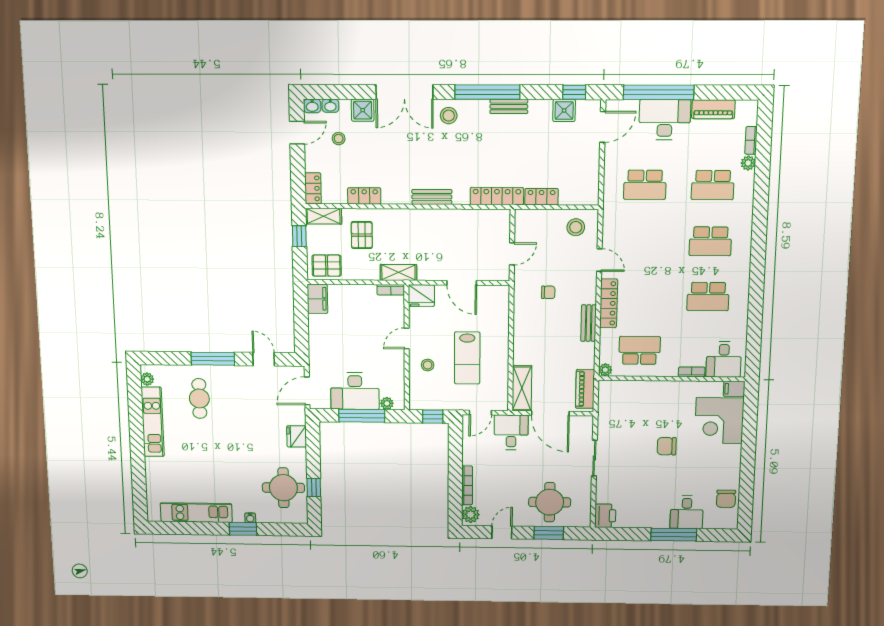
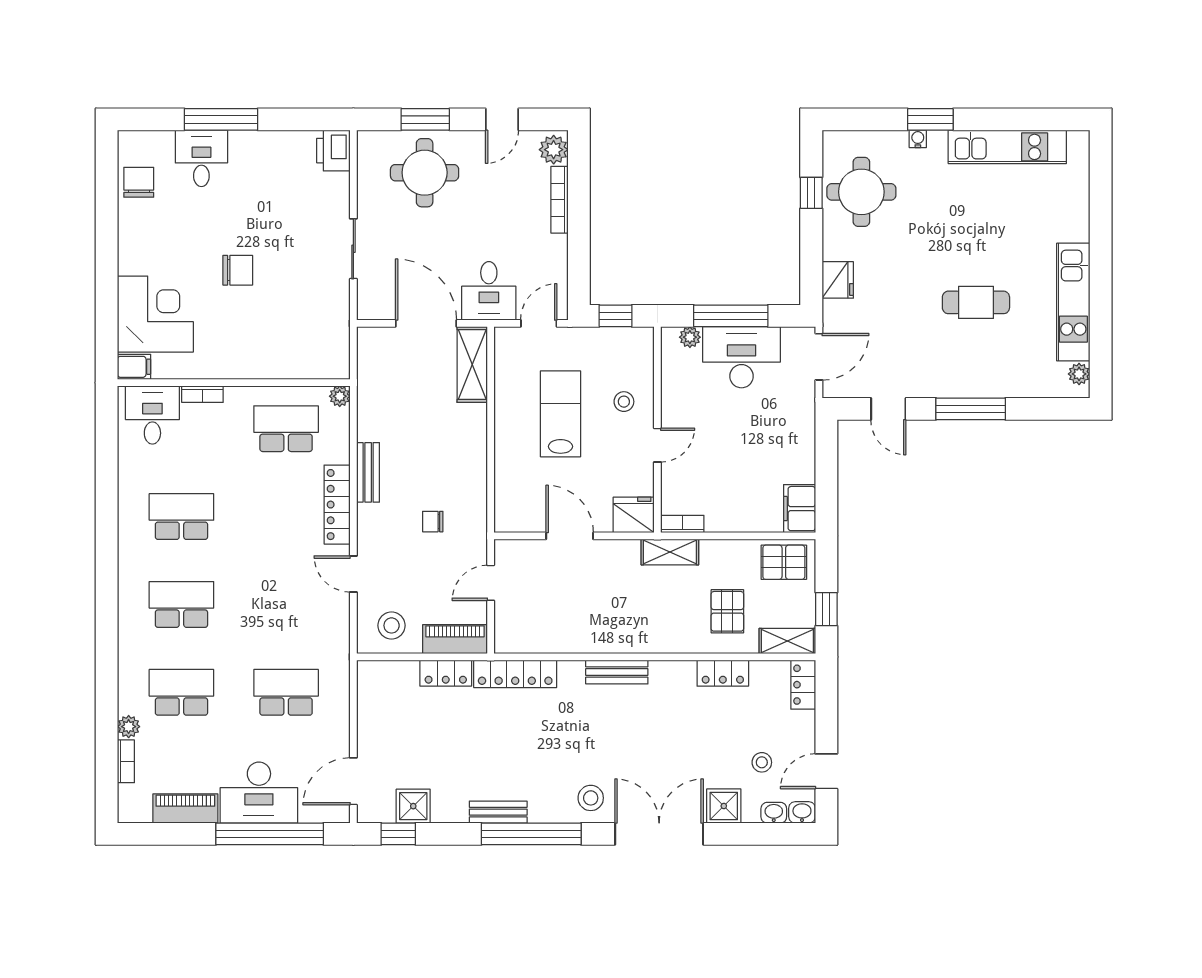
school desk: (640, 350) -> (286, 429), turned 180
piano: (585, 389) -> (455, 639), moved, turned -90
cafe table: (199, 398) -> (976, 302), moved, turned 90

